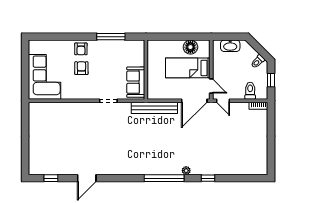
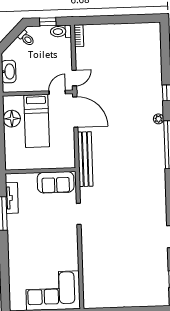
tv unit: (124, 45) -> (12, 198), added
armchair: (81, 49) -> (18, 249), removed
armchair: (81, 68) -> (41, 247), removed
toilet: (250, 91) -> (61, 32), moved

